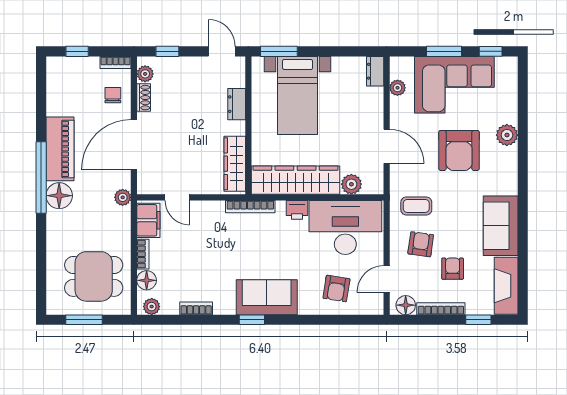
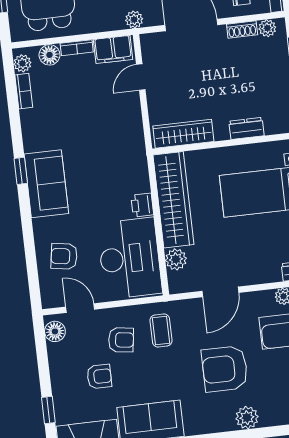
bookcase: (250, 207) -> (140, 155), removed
bookcase: (196, 308) -> (24, 91), moved
bookcase: (441, 309) -> (56, 369), removed

